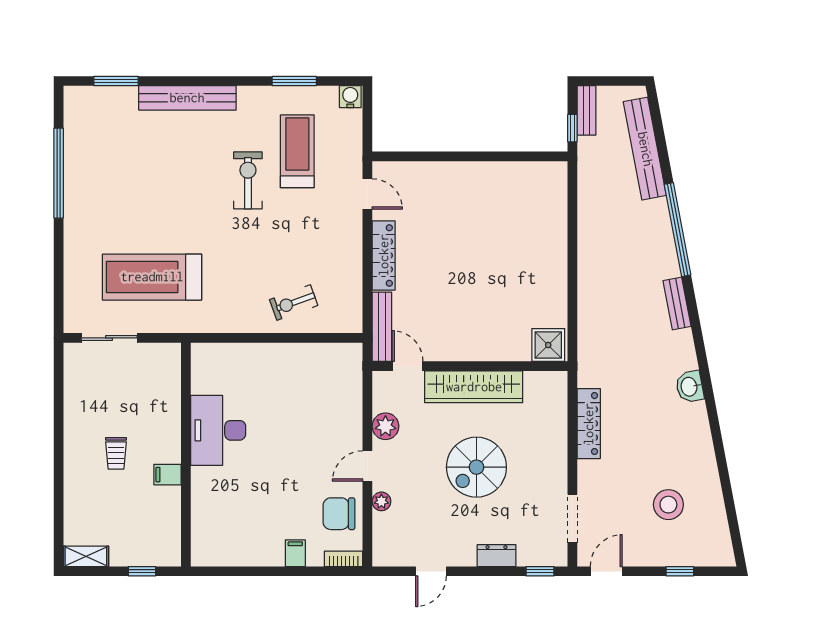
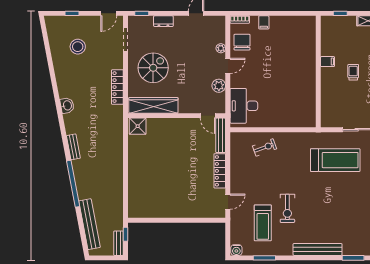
door: (367, 194) -> (228, 202), swing flipped
wardrobe: (474, 387) -> (153, 105), moved
desk: (218, 430) -> (244, 106), moved, turned 180
spiral stairs: (476, 467) -> (153, 68), moved
chair: (339, 514) -> (242, 42), turned -90

